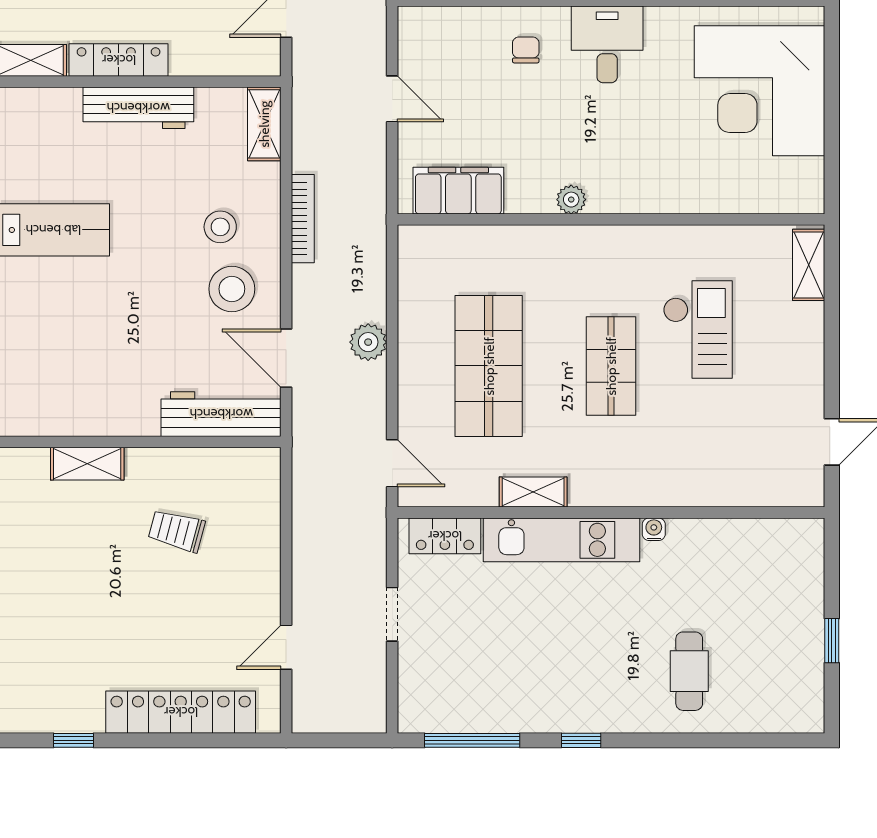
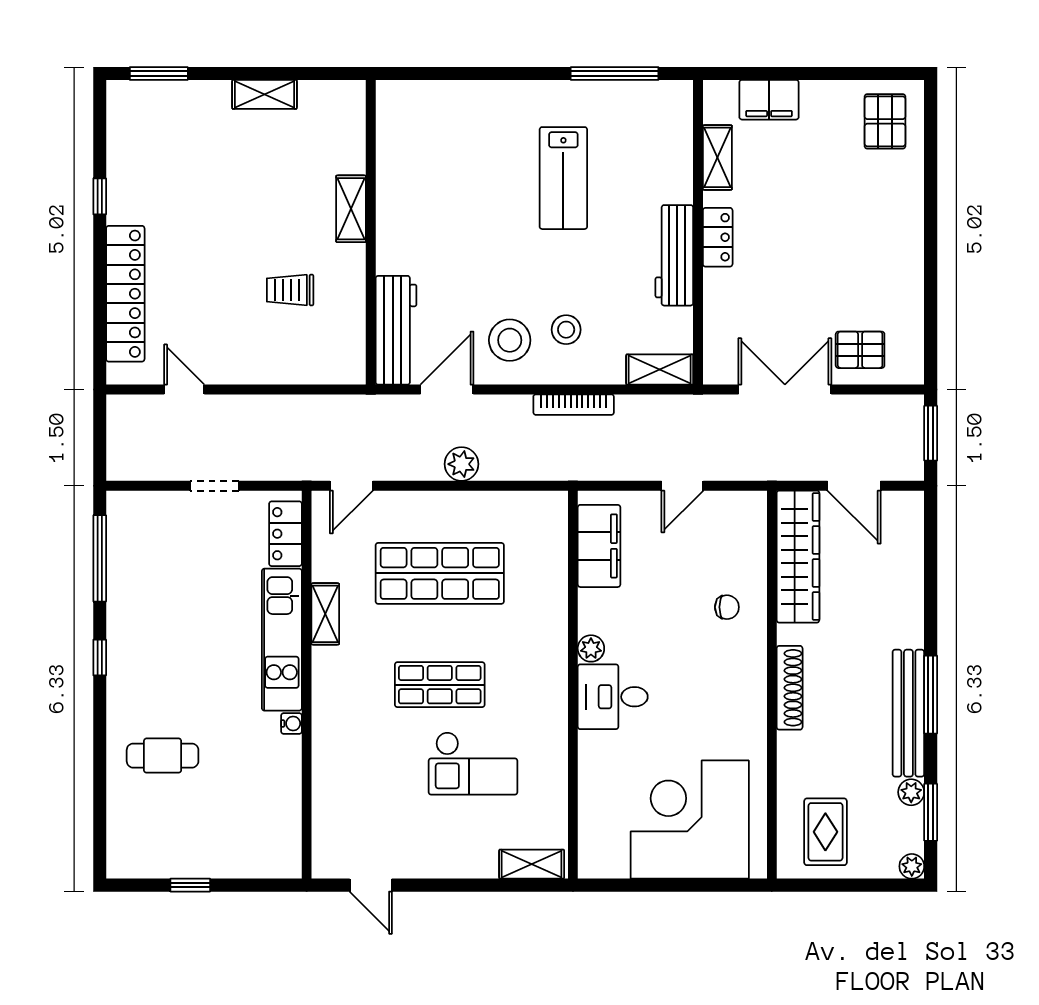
desk: (607, 44) -> (613, 697), moved, turned 180
locker: (119, 60) -> (718, 237), width x0.66
trolley: (177, 531) -> (290, 290), turned -105

